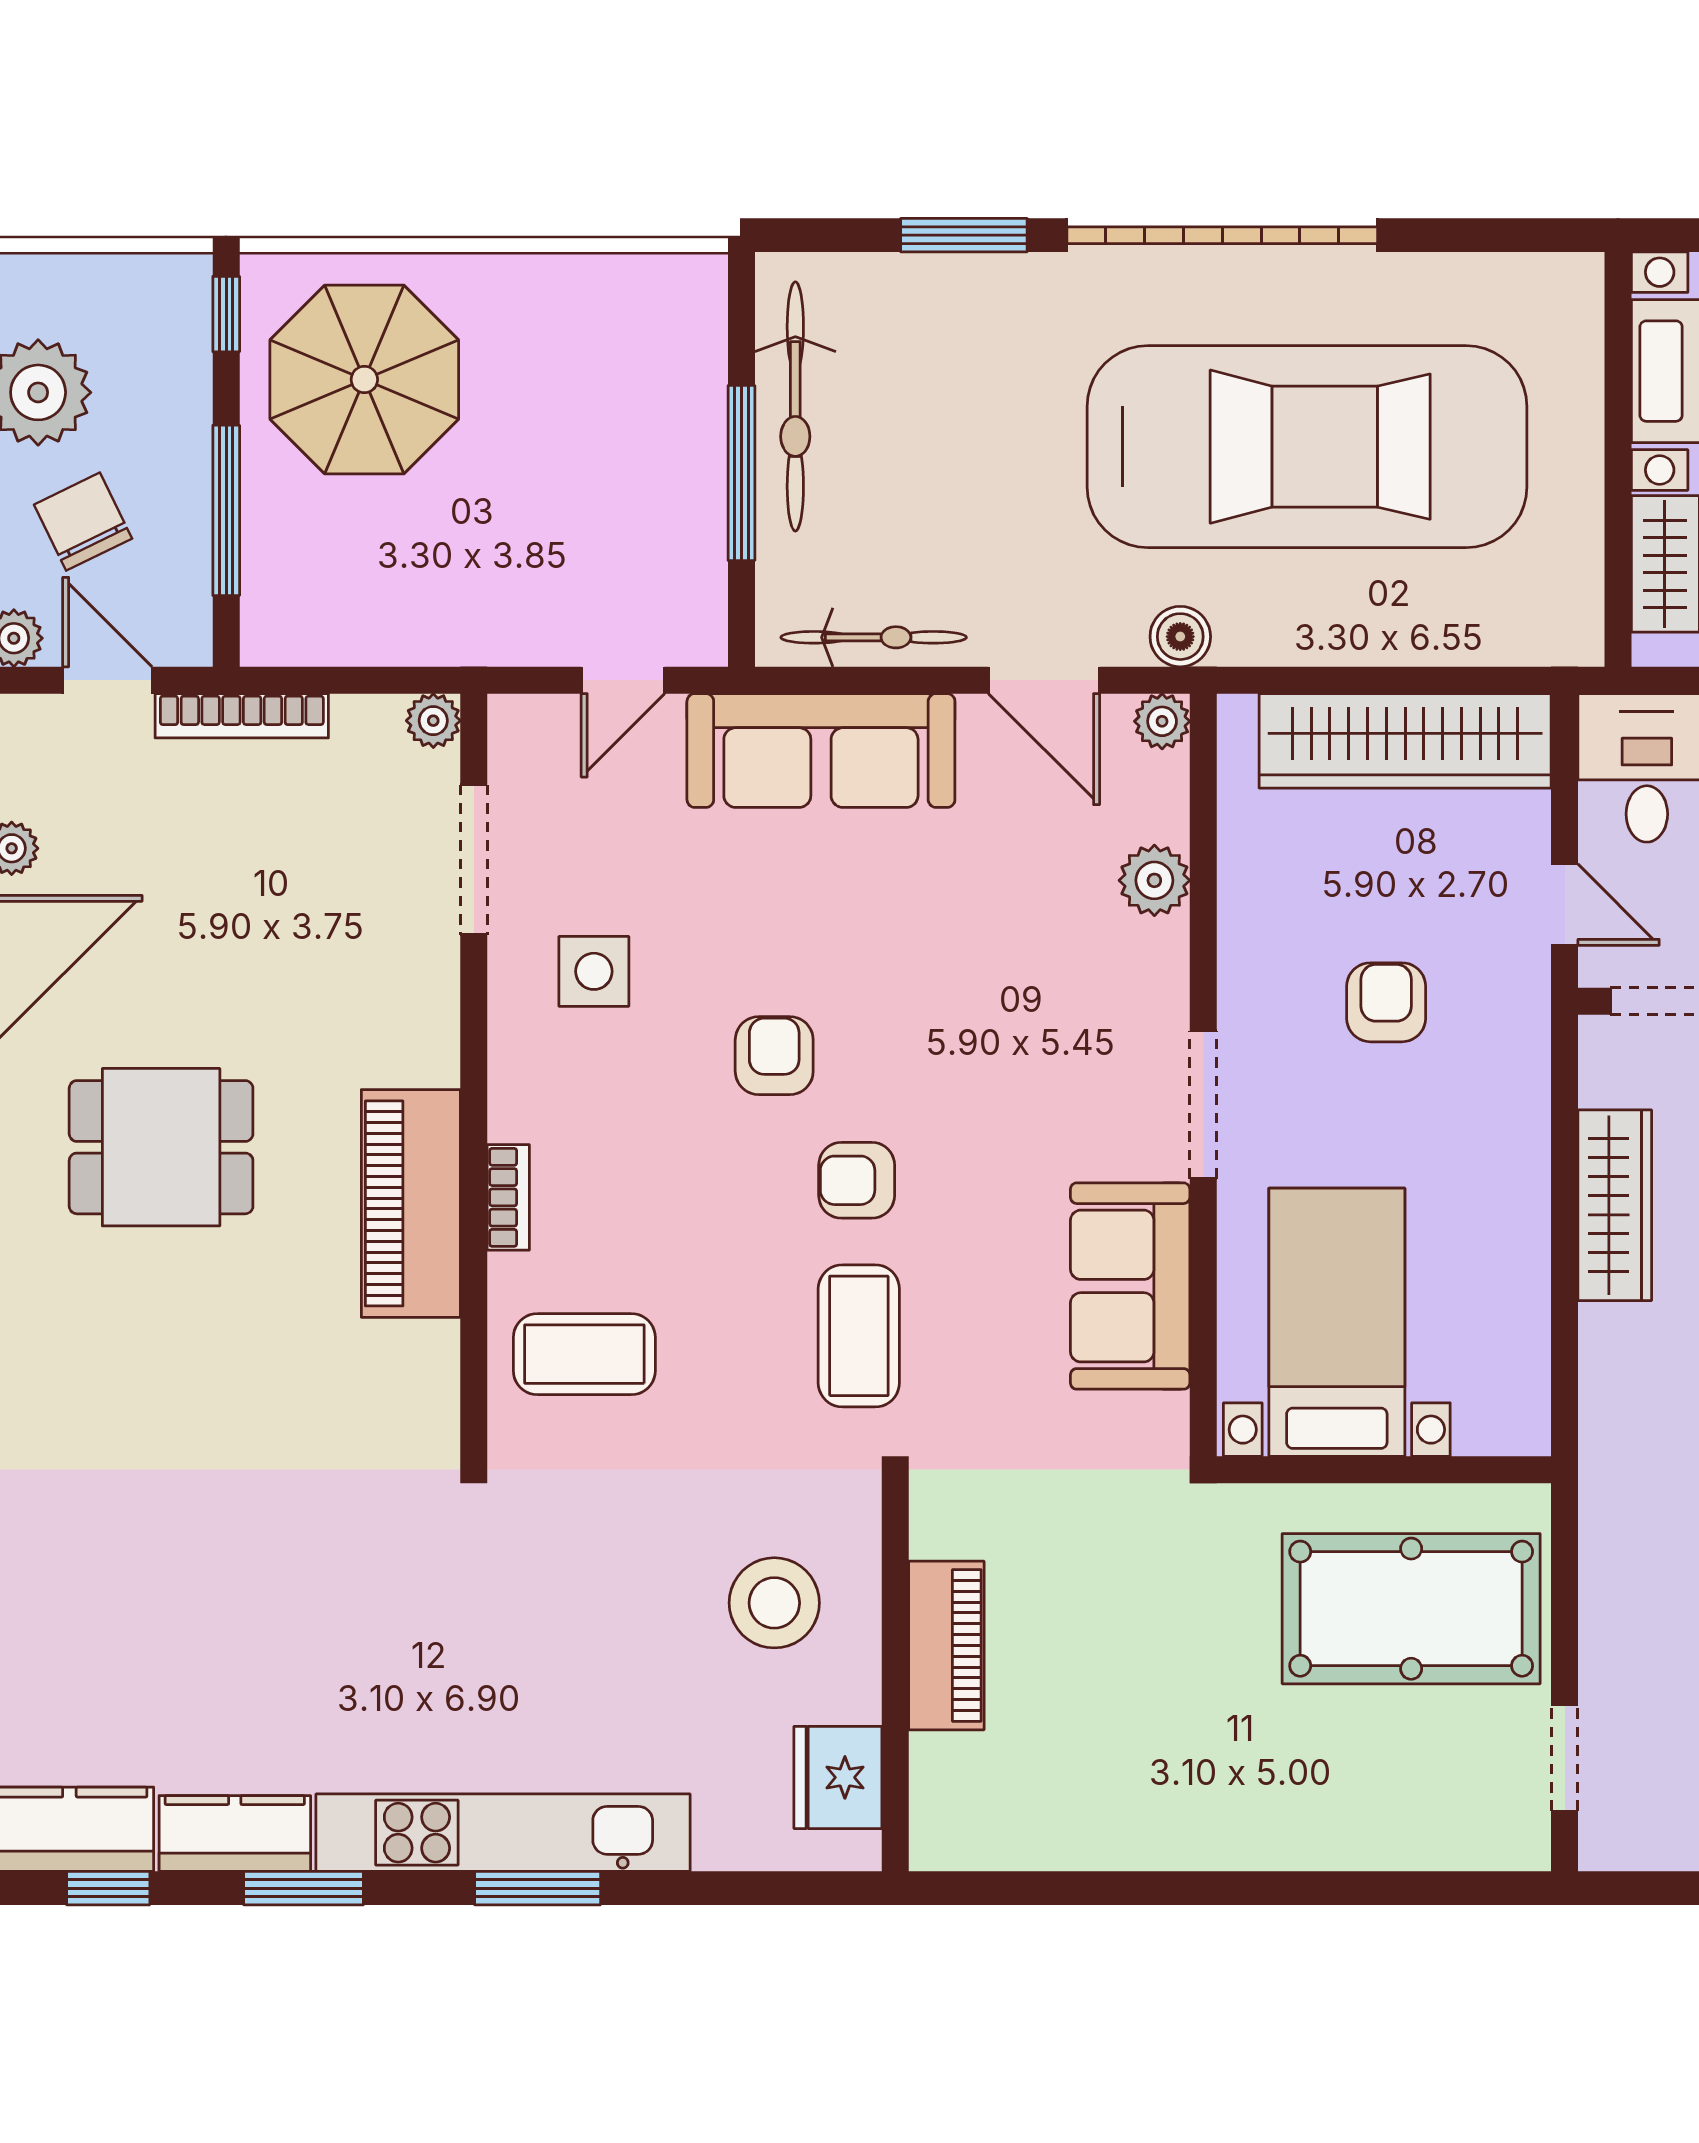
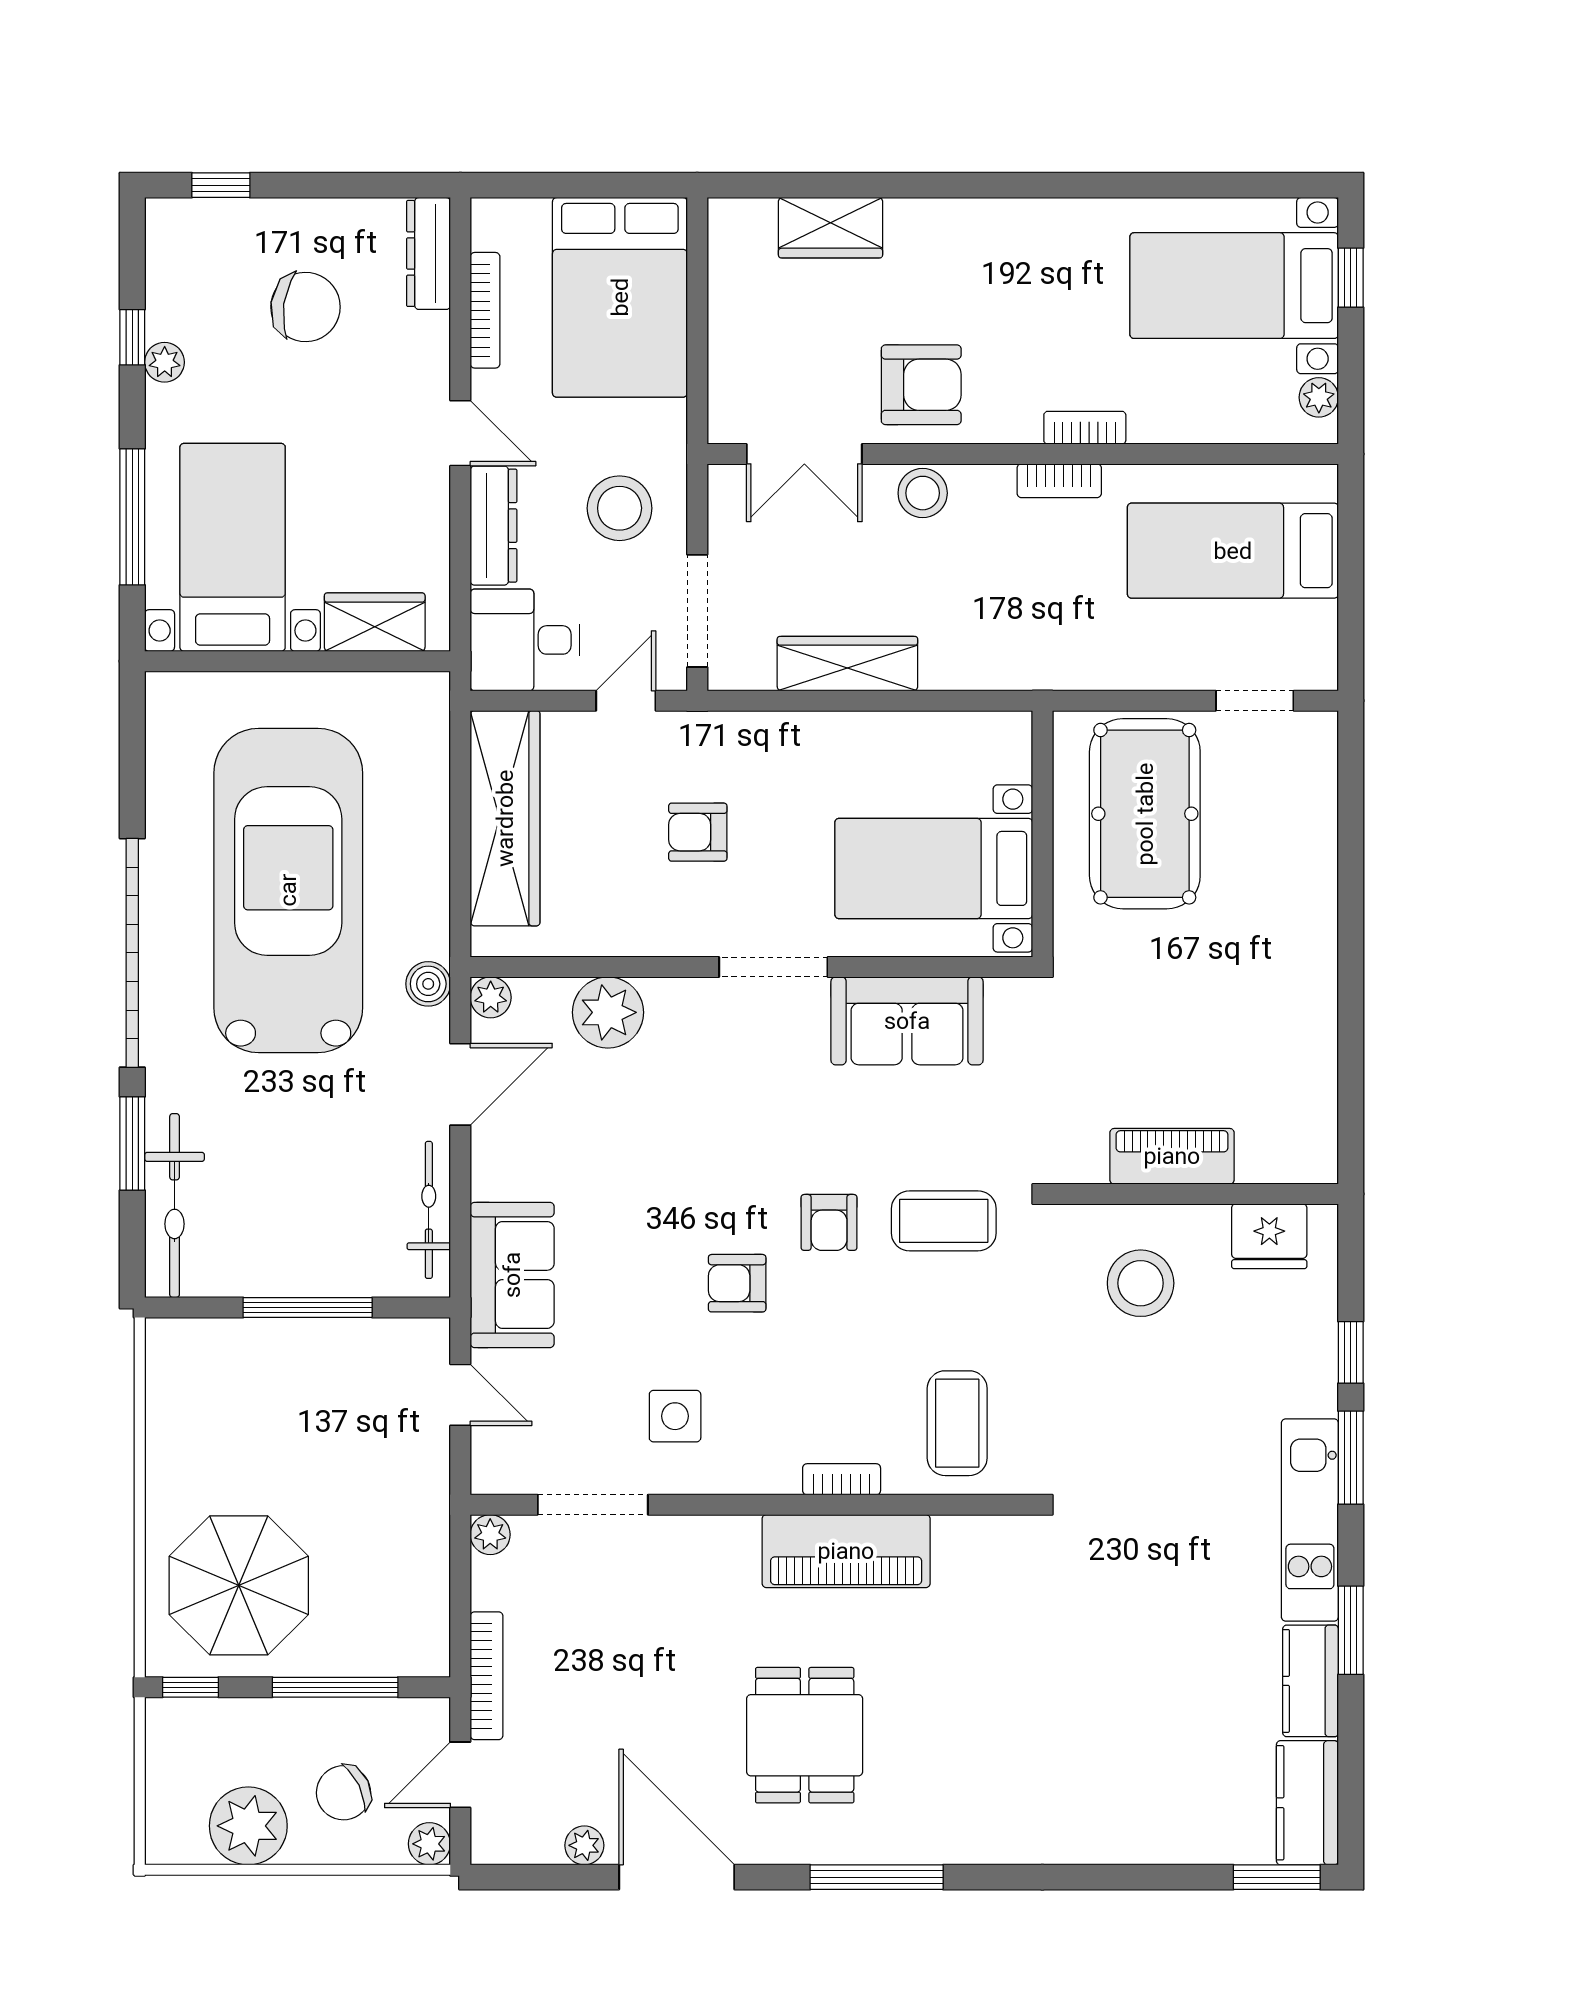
bicycle: (795, 406) -> (175, 1206), moved, turned 90
sofa: (821, 750) -> (512, 1275), width x0.73
plant: (1154, 880) -> (608, 1012), width x1.36, depth x1.36
kitchen unit: (503, 1833) -> (1310, 1520), width x0.73
window: (108, 1888) -> (1351, 1352), moved

